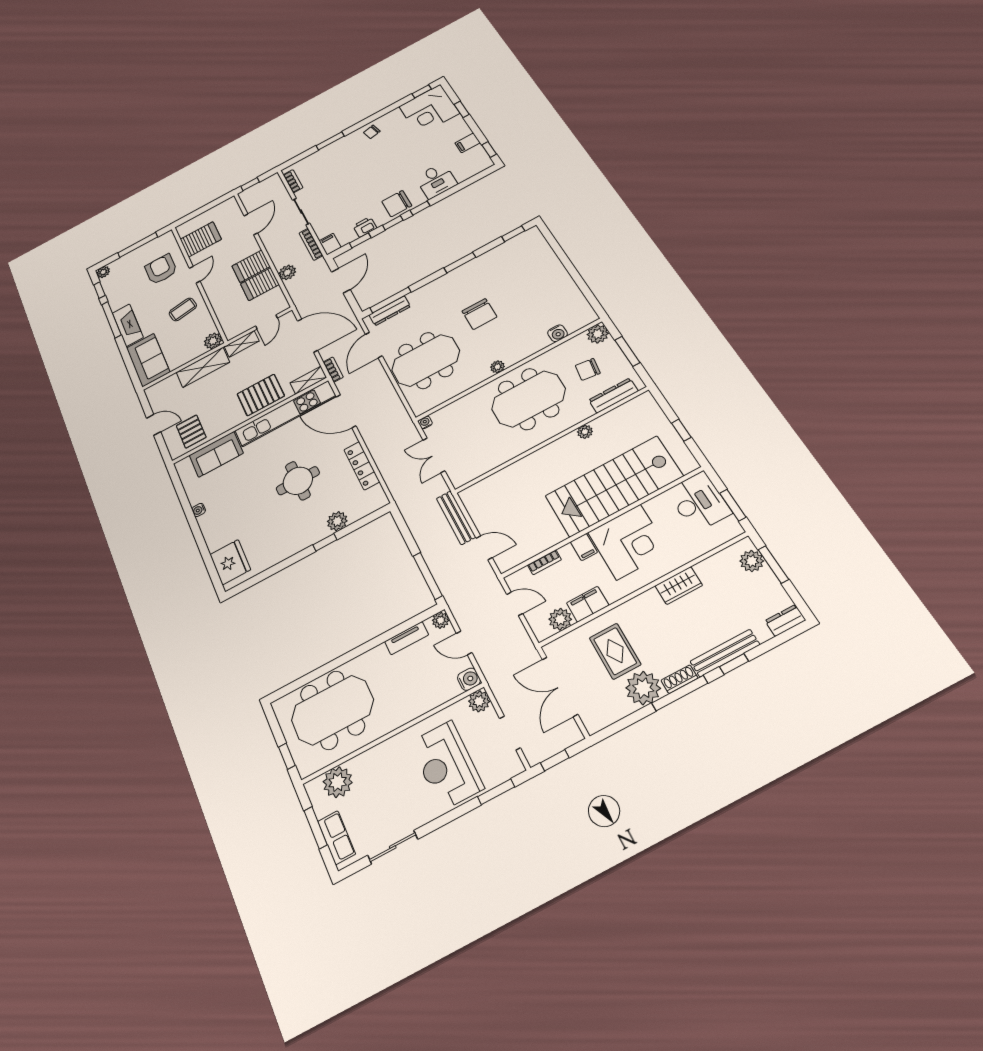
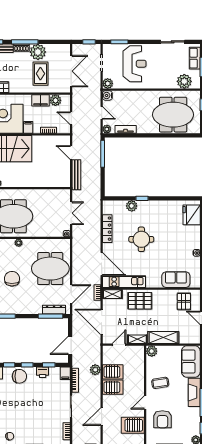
kitchen unit: (285, 413) -> (124, 282), width x0.73

